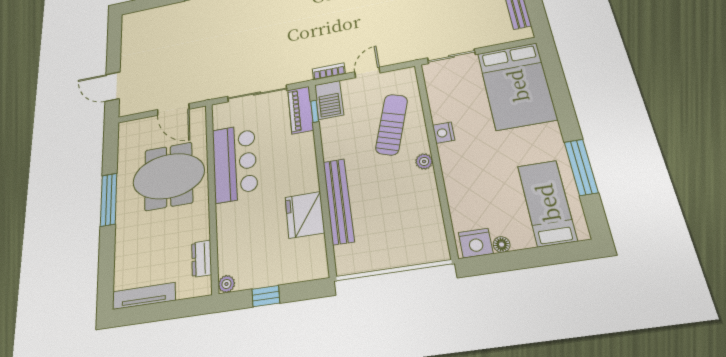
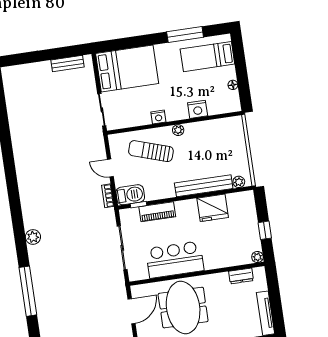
piano: (301, 110) -> (157, 212), moved
nightstand: (476, 243) -> (198, 109), moved, turned 90
plant: (343, 255) -> (239, 182), added

